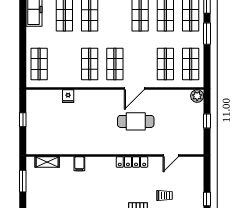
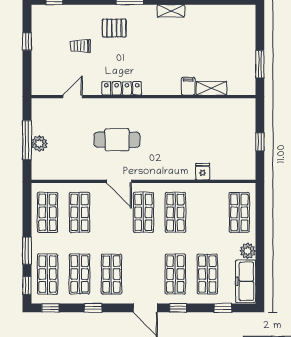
plant: (32, 33) -> (248, 251), added
door: (134, 88) -> (119, 181), swing flipped
plant: (197, 96) -> (39, 144), moved
window: (207, 121) -> (27, 140), width x2.17
shelving: (47, 162) -> (211, 88), moved

